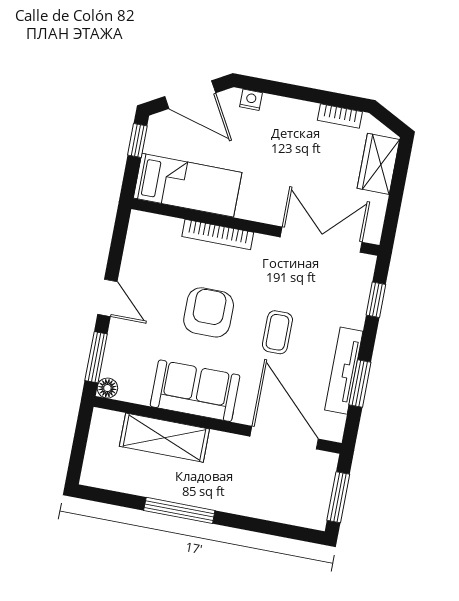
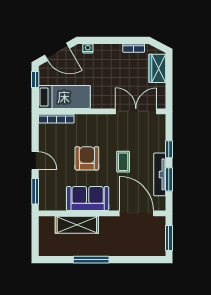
bookcase: (218, 234) -> (56, 119), moved
window: (376, 300) -> (169, 149), moved
floor lamp: (107, 388) -> (44, 206), removed

